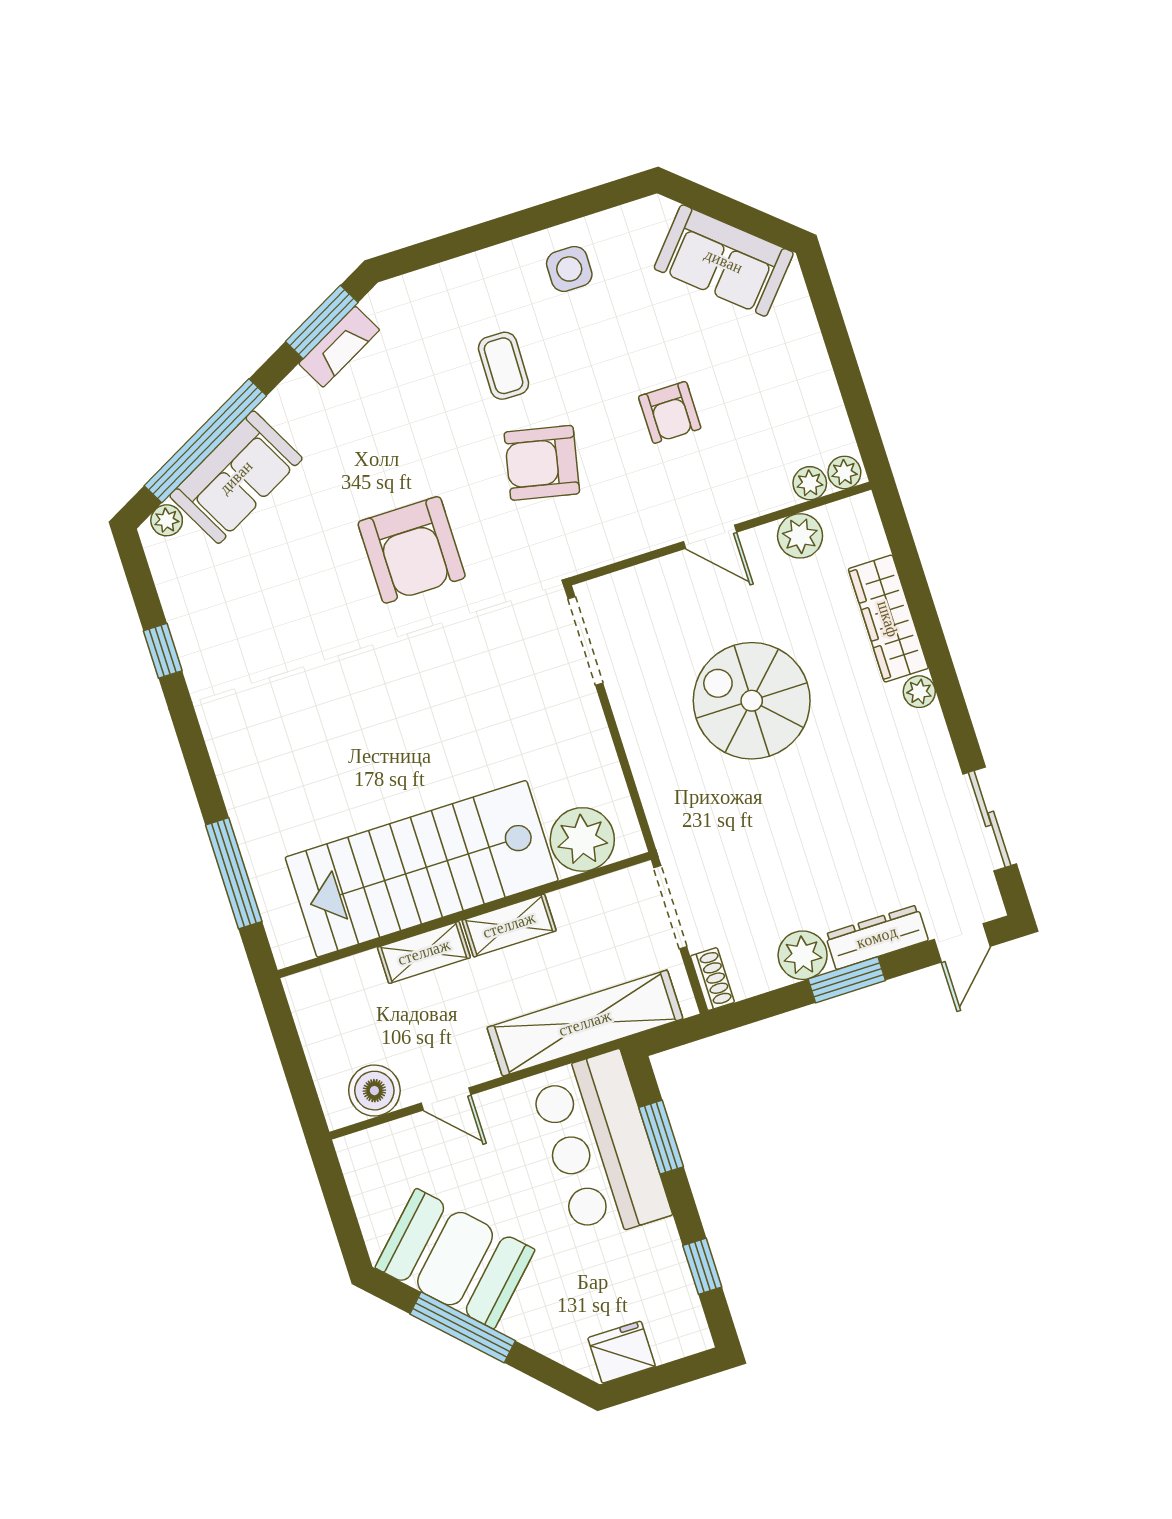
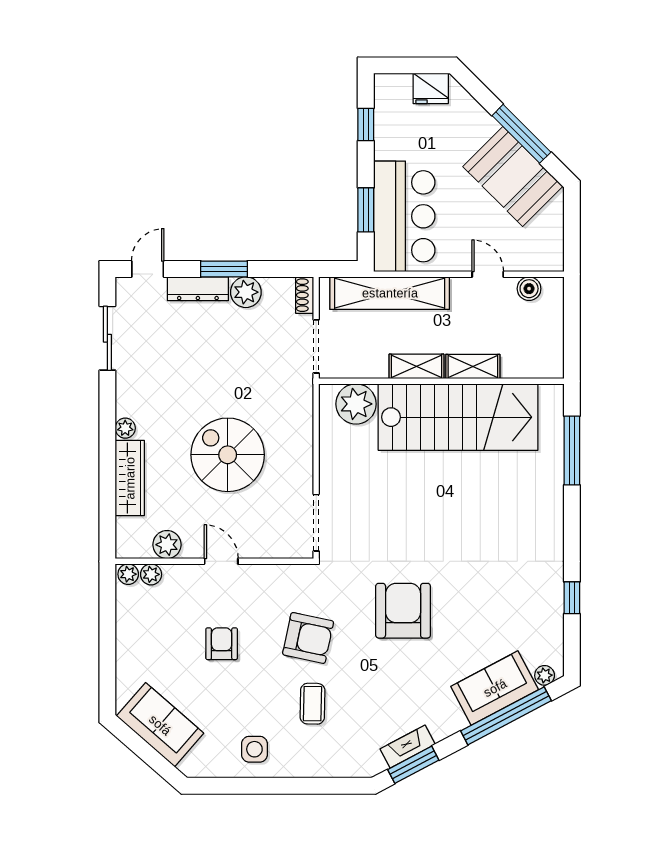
spiral stairs: (752, 701) -> (228, 455), turned 180
boiler: (374, 1091) -> (529, 289), width x0.73, depth x0.73

